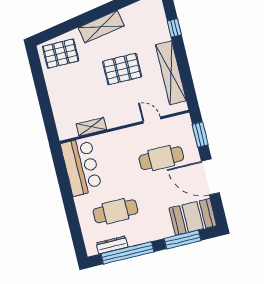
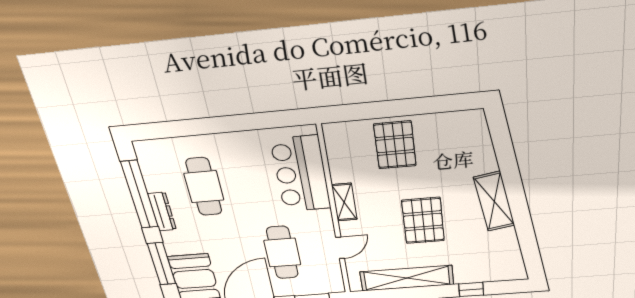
pallet: (61, 54) -> (395, 145), moved
shelving: (91, 127) -> (344, 202), moved
bar counter: (81, 167) -> (301, 174), moved, turned 90
dresser: (112, 245) -> (162, 212), moved

